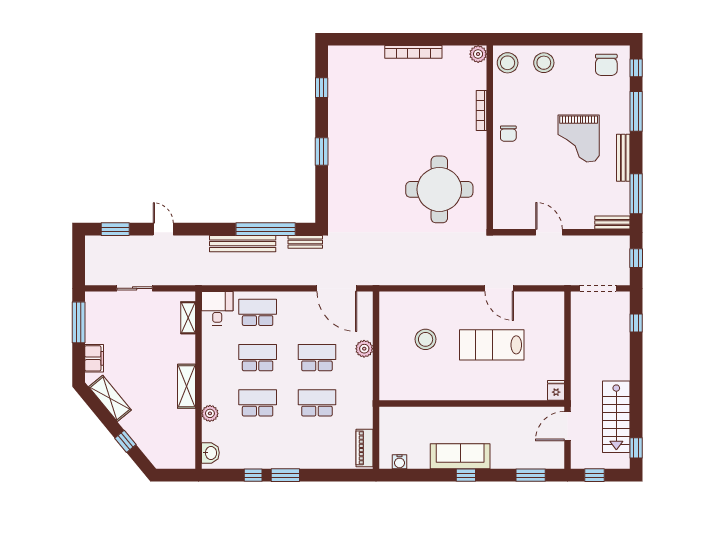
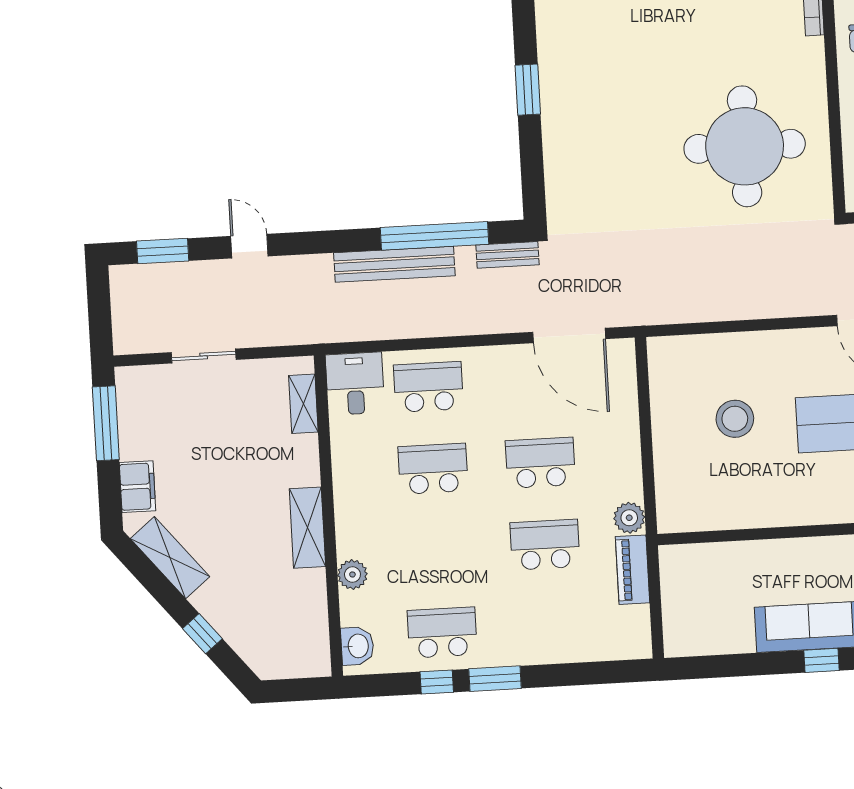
plant: (364, 349) -> (629, 518), moved
school desk: (258, 403) -> (442, 633), moved
piano: (364, 448) -> (633, 570), moved
water cooler: (399, 462) -> (700, 643), removed

